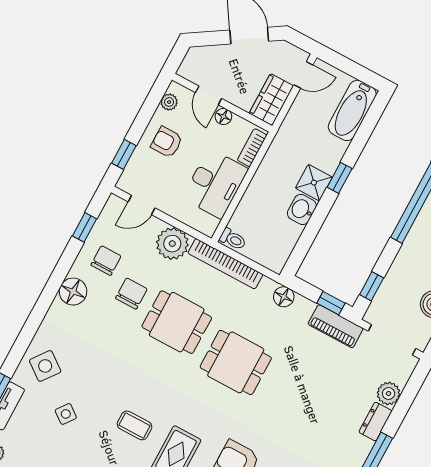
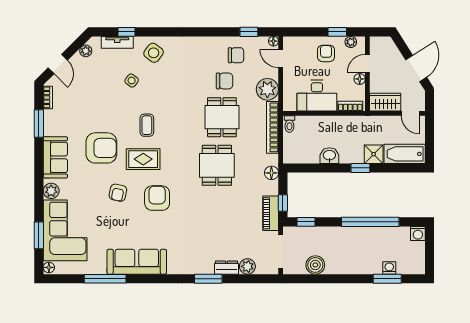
window: (124, 154) -> (337, 32), moved
shower: (314, 183) -> (374, 154), moved
floor lamp: (73, 292) -> (273, 41), moved, width x0.53, depth x0.53

